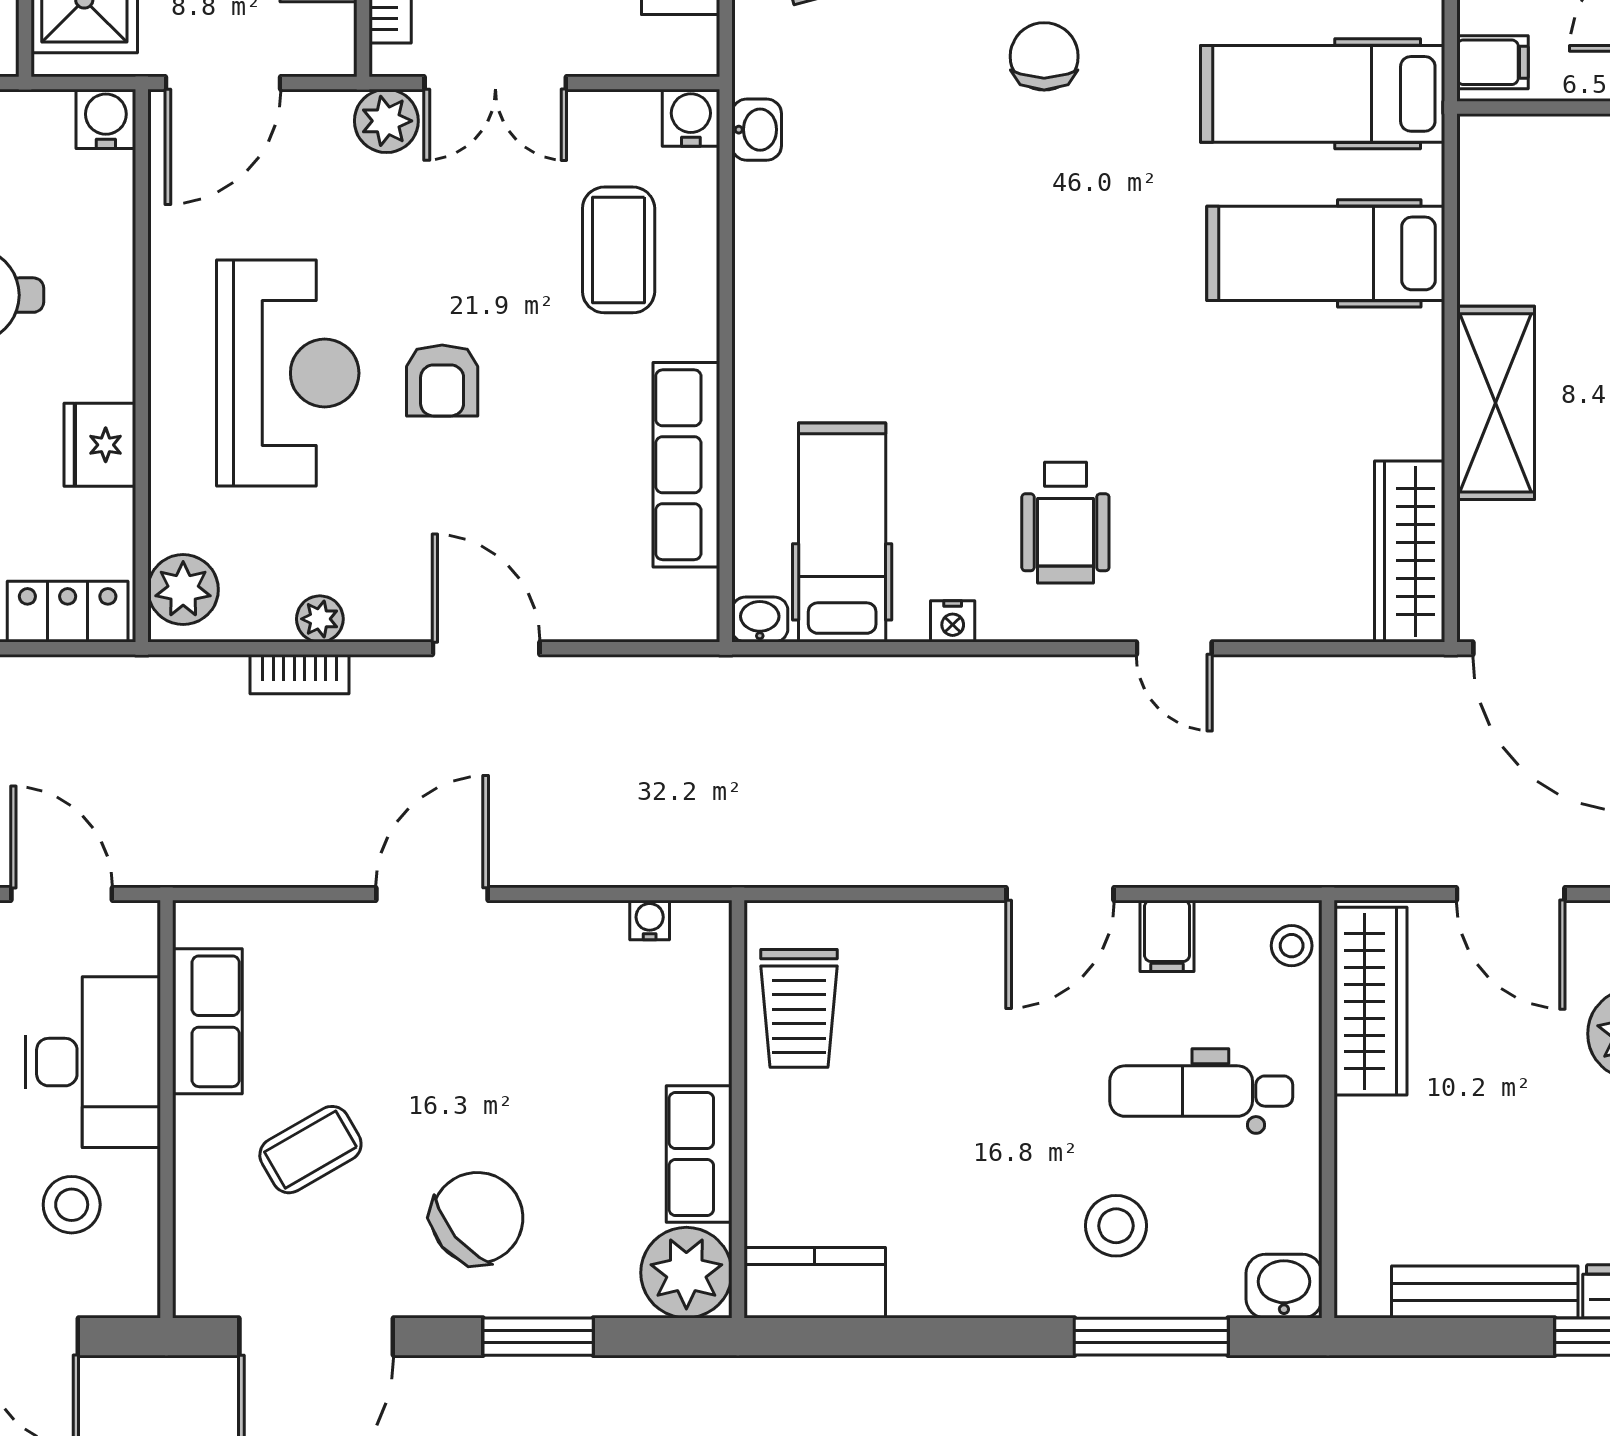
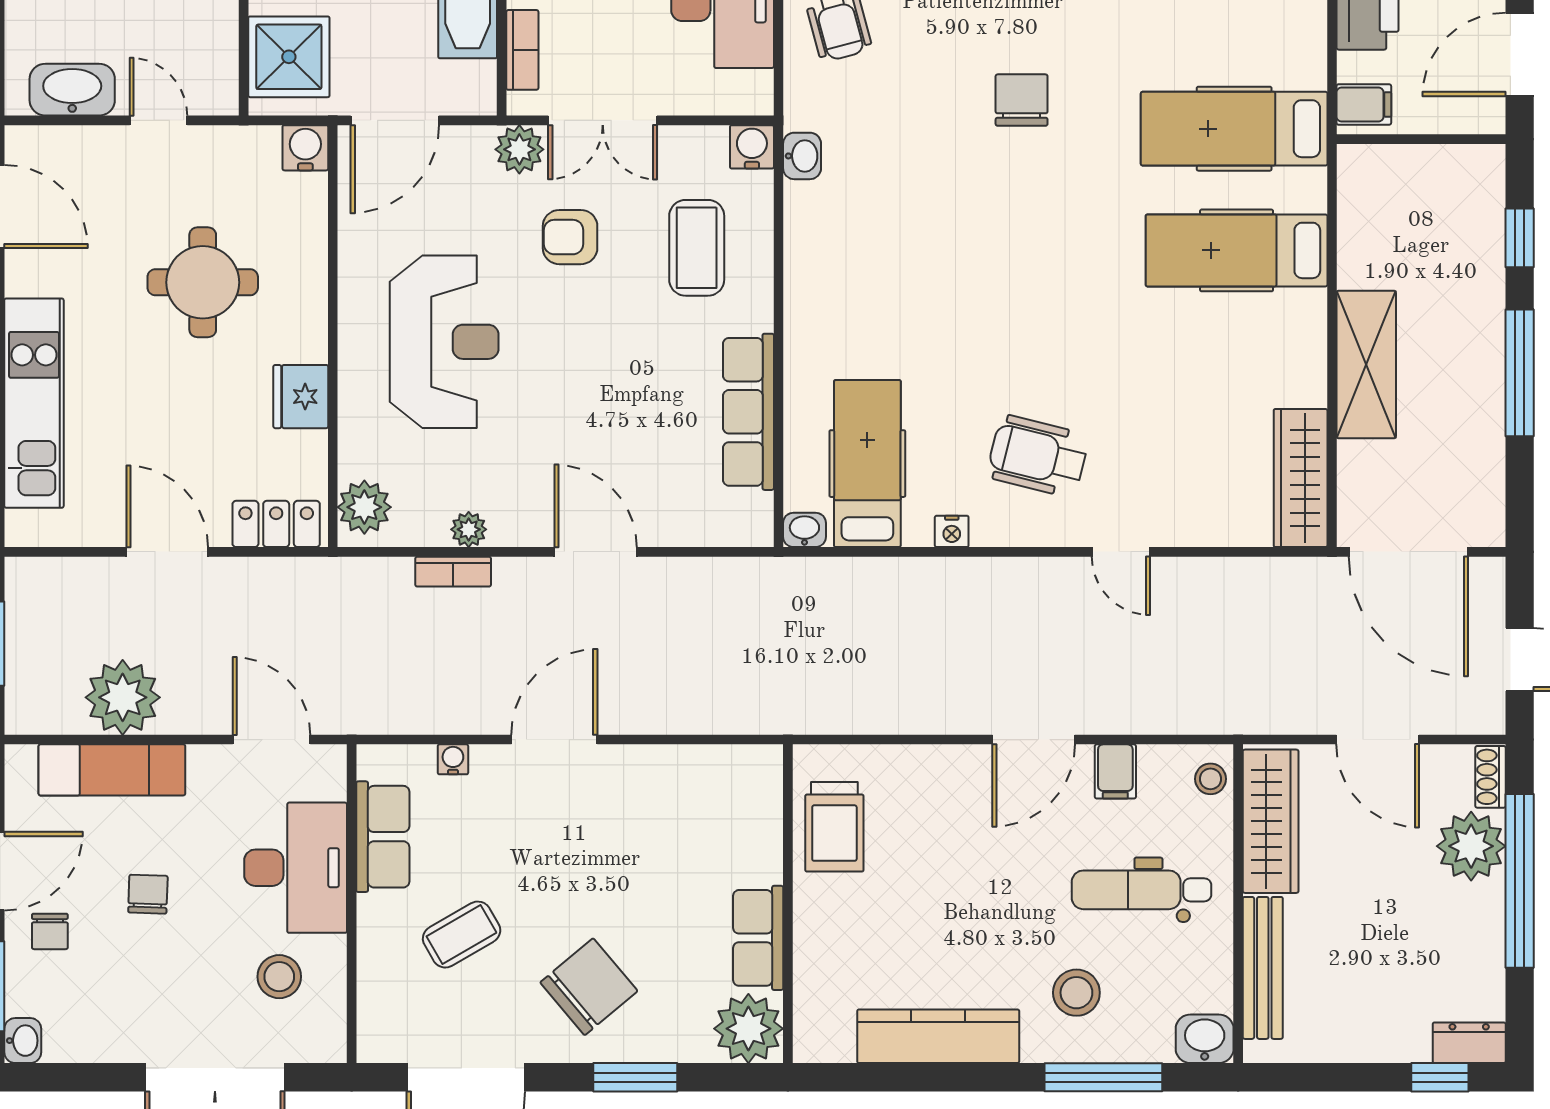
armchair: (442, 380) -> (570, 237), moved, turned 90
wheelchair: (1065, 523) -> (1038, 456), turned 104
water cooler: (650, 920) -> (453, 759), moved
kitchen counter: (815, 1283) -> (938, 1036), moved, width x1.50
bench: (1485, 1292) -> (1263, 968), moved, turned 90

